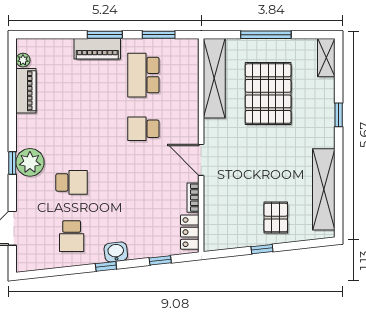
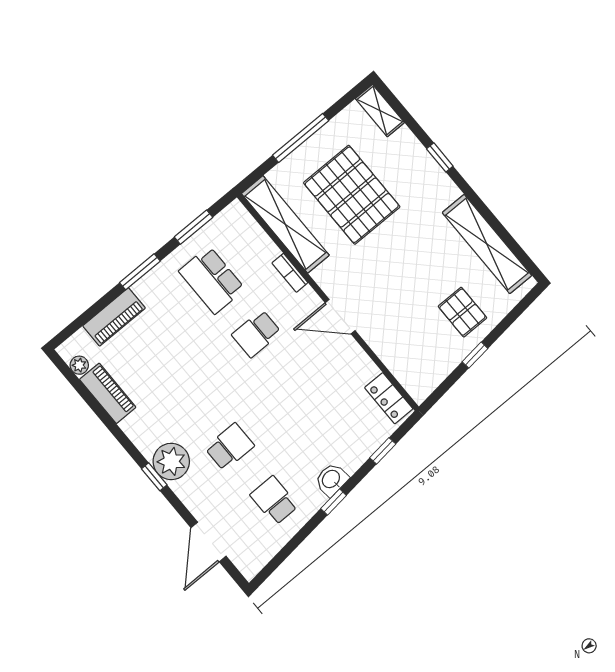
piano: (97, 49) -> (114, 317), moved
bookcase: (193, 198) -> (290, 273), moved
school desk: (72, 236) -> (274, 500), turned 180

